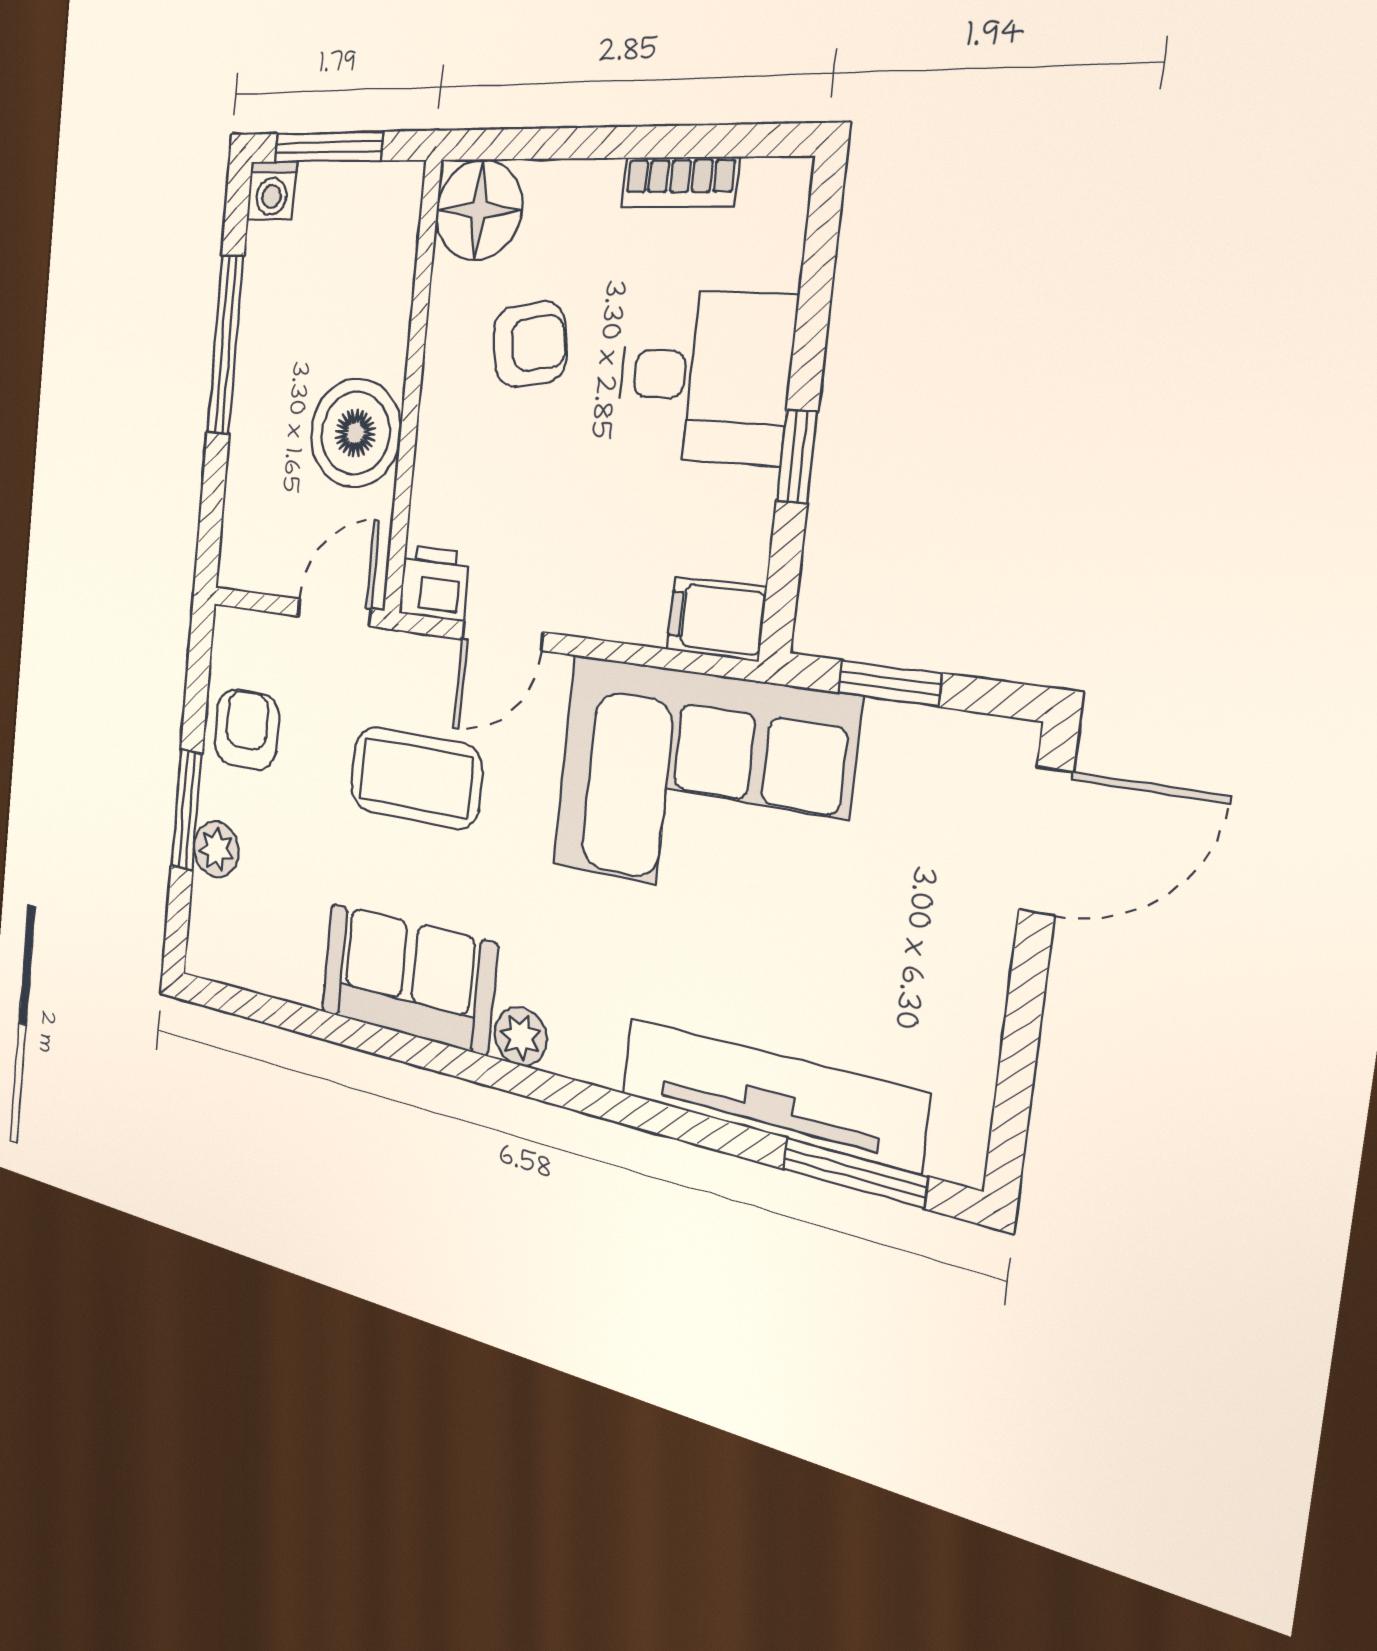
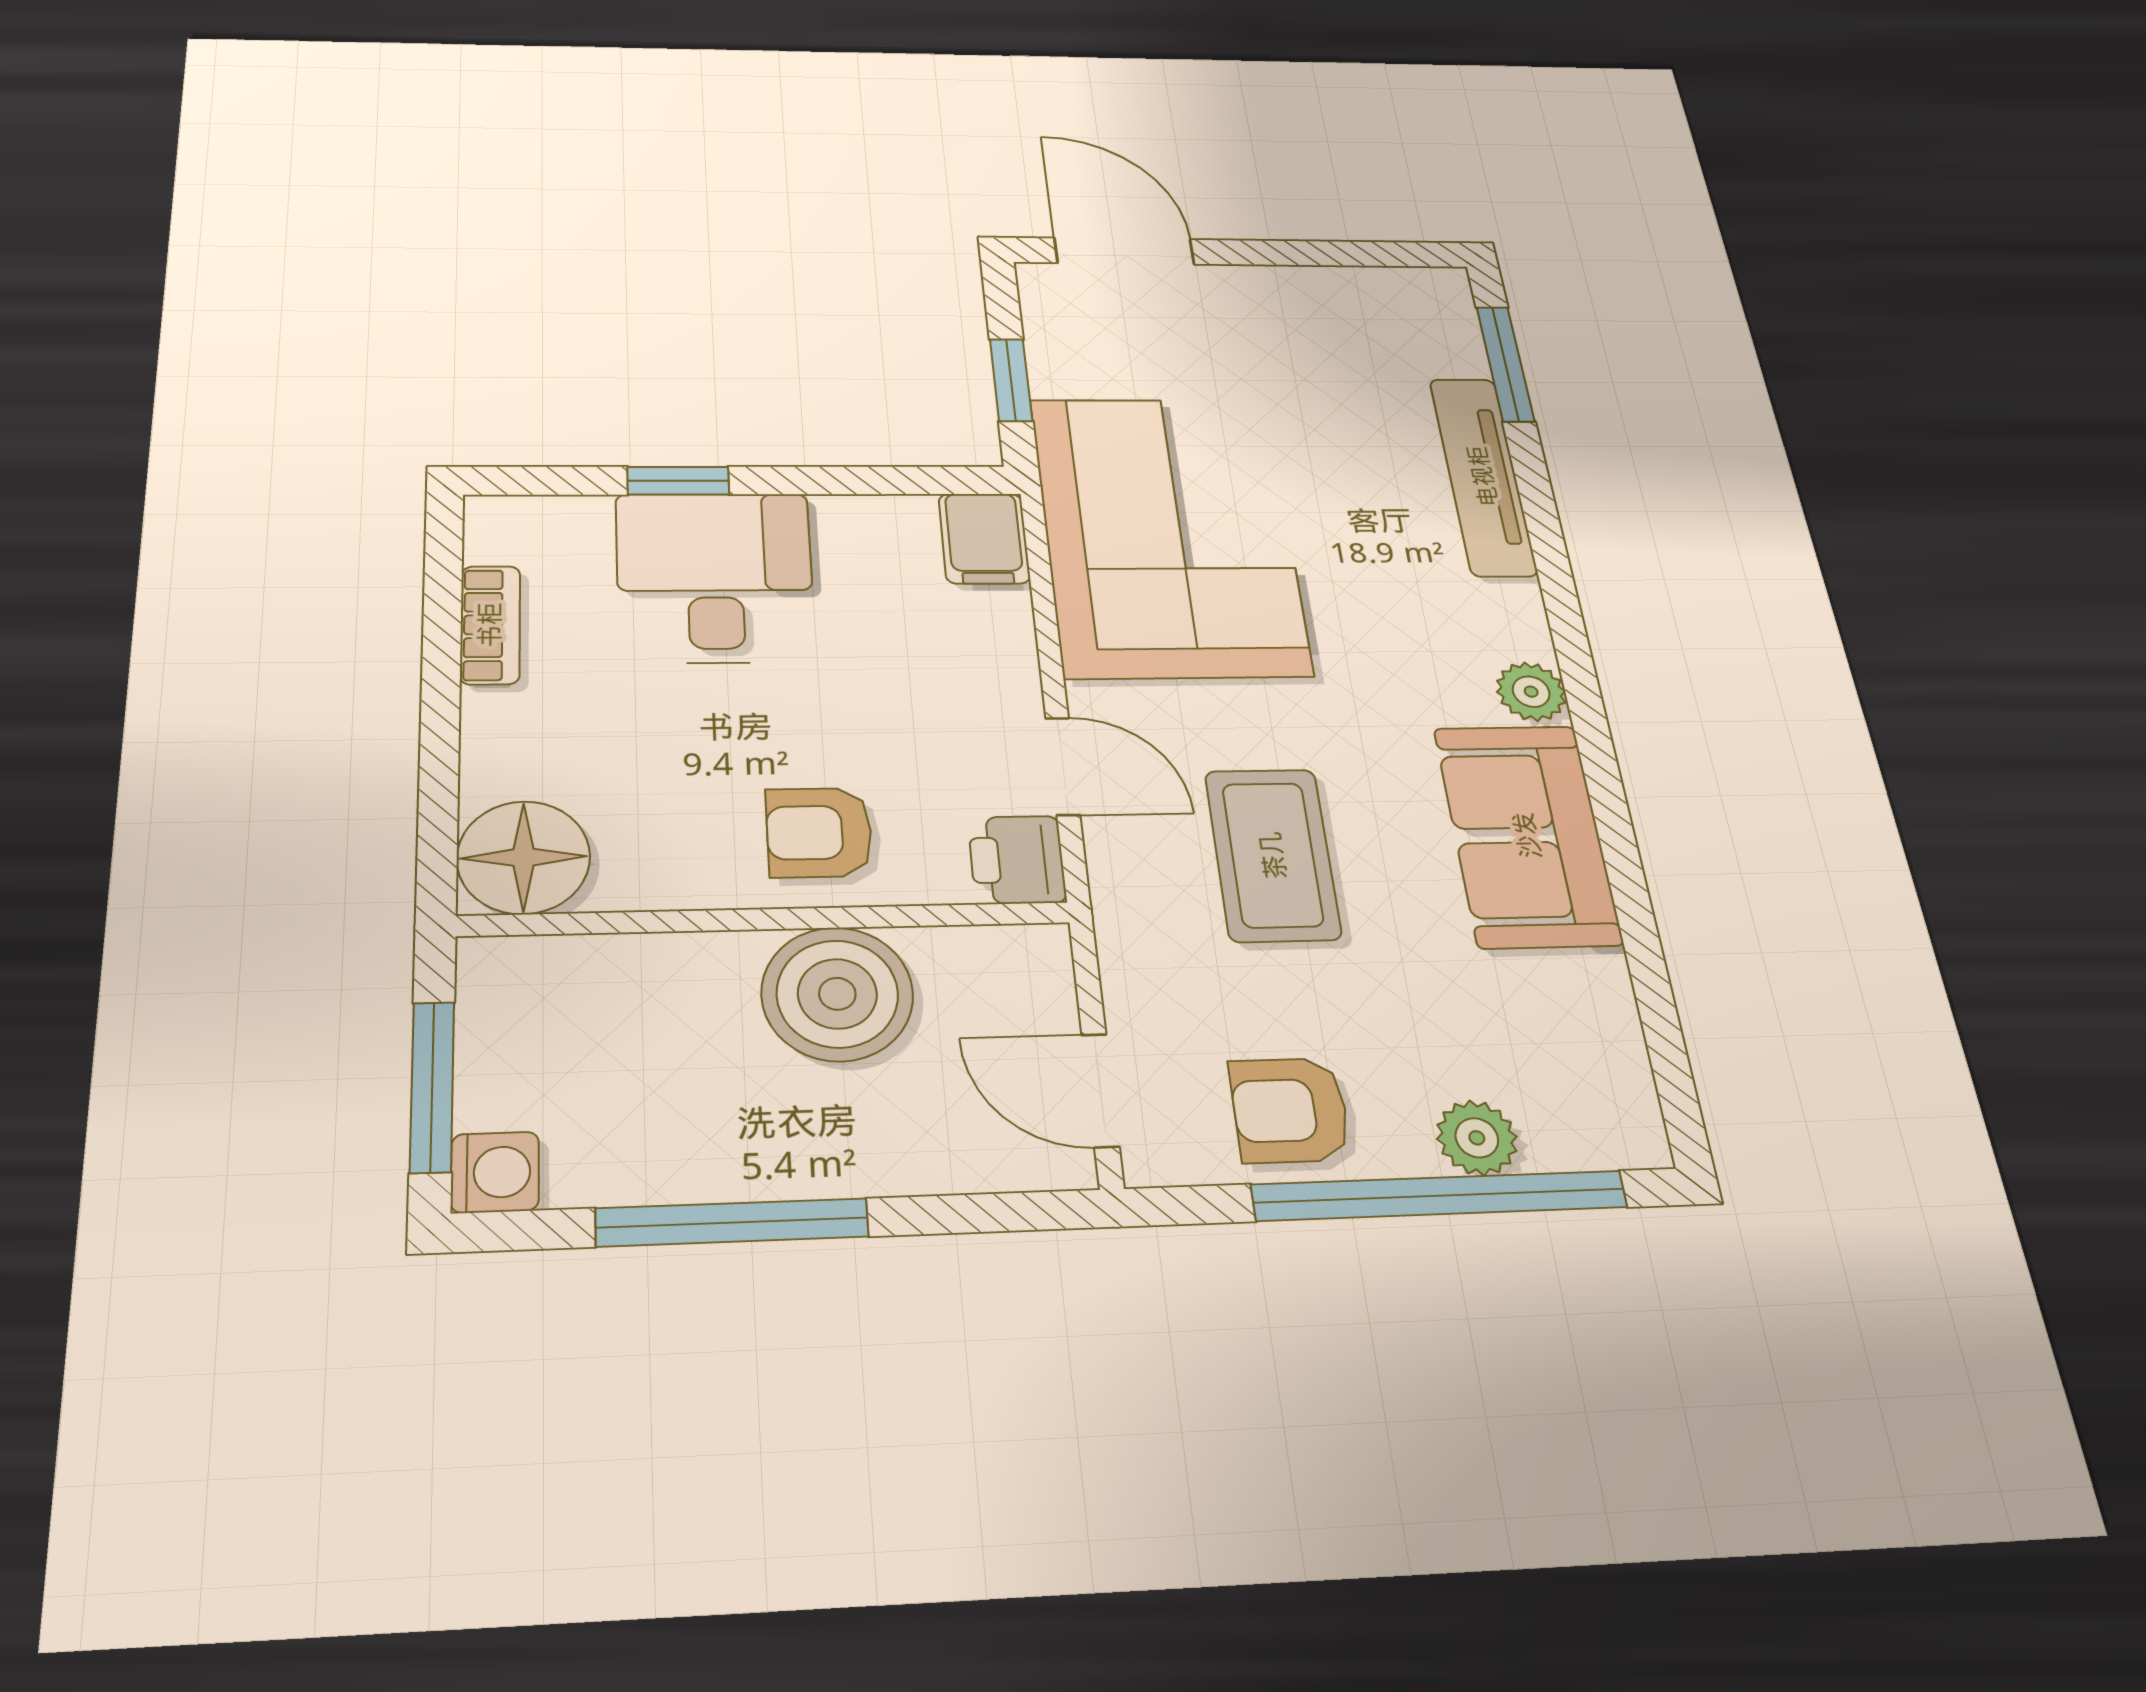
armchair: (530, 344) -> (819, 832), moved, turned -80
window: (797, 457) -> (678, 481), moved
door: (334, 612) -> (1100, 1090), moved
window: (187, 810) -> (1440, 1196), width x2.11
tv unit: (770, 1093) -> (1483, 476), width x0.73, depth x0.78

